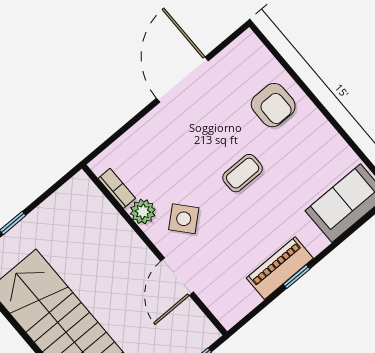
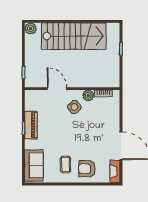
fireplace: (236, 52) -> (115, 171), added
coffee table: (243, 173) -> (65, 164), moved

